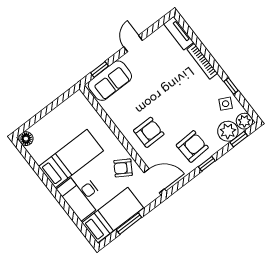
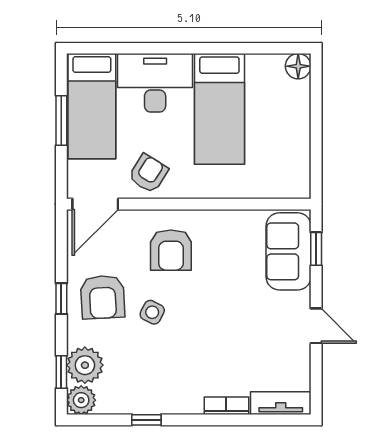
bookcase: (202, 61) -> (226, 406), width x0.64
side table: (226, 104) -> (152, 312), moved

